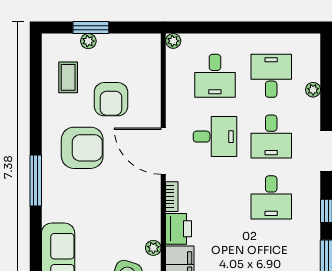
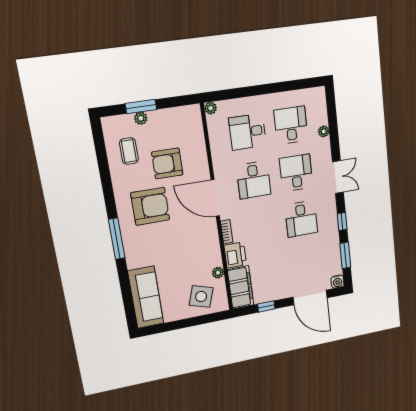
desk: (215, 76) -> (248, 132), turned 90
armchair: (111, 99) -> (167, 163), turned 90
desk: (215, 137) -> (254, 180), turned 90
desk: (271, 137) -> (296, 173), turned 180

